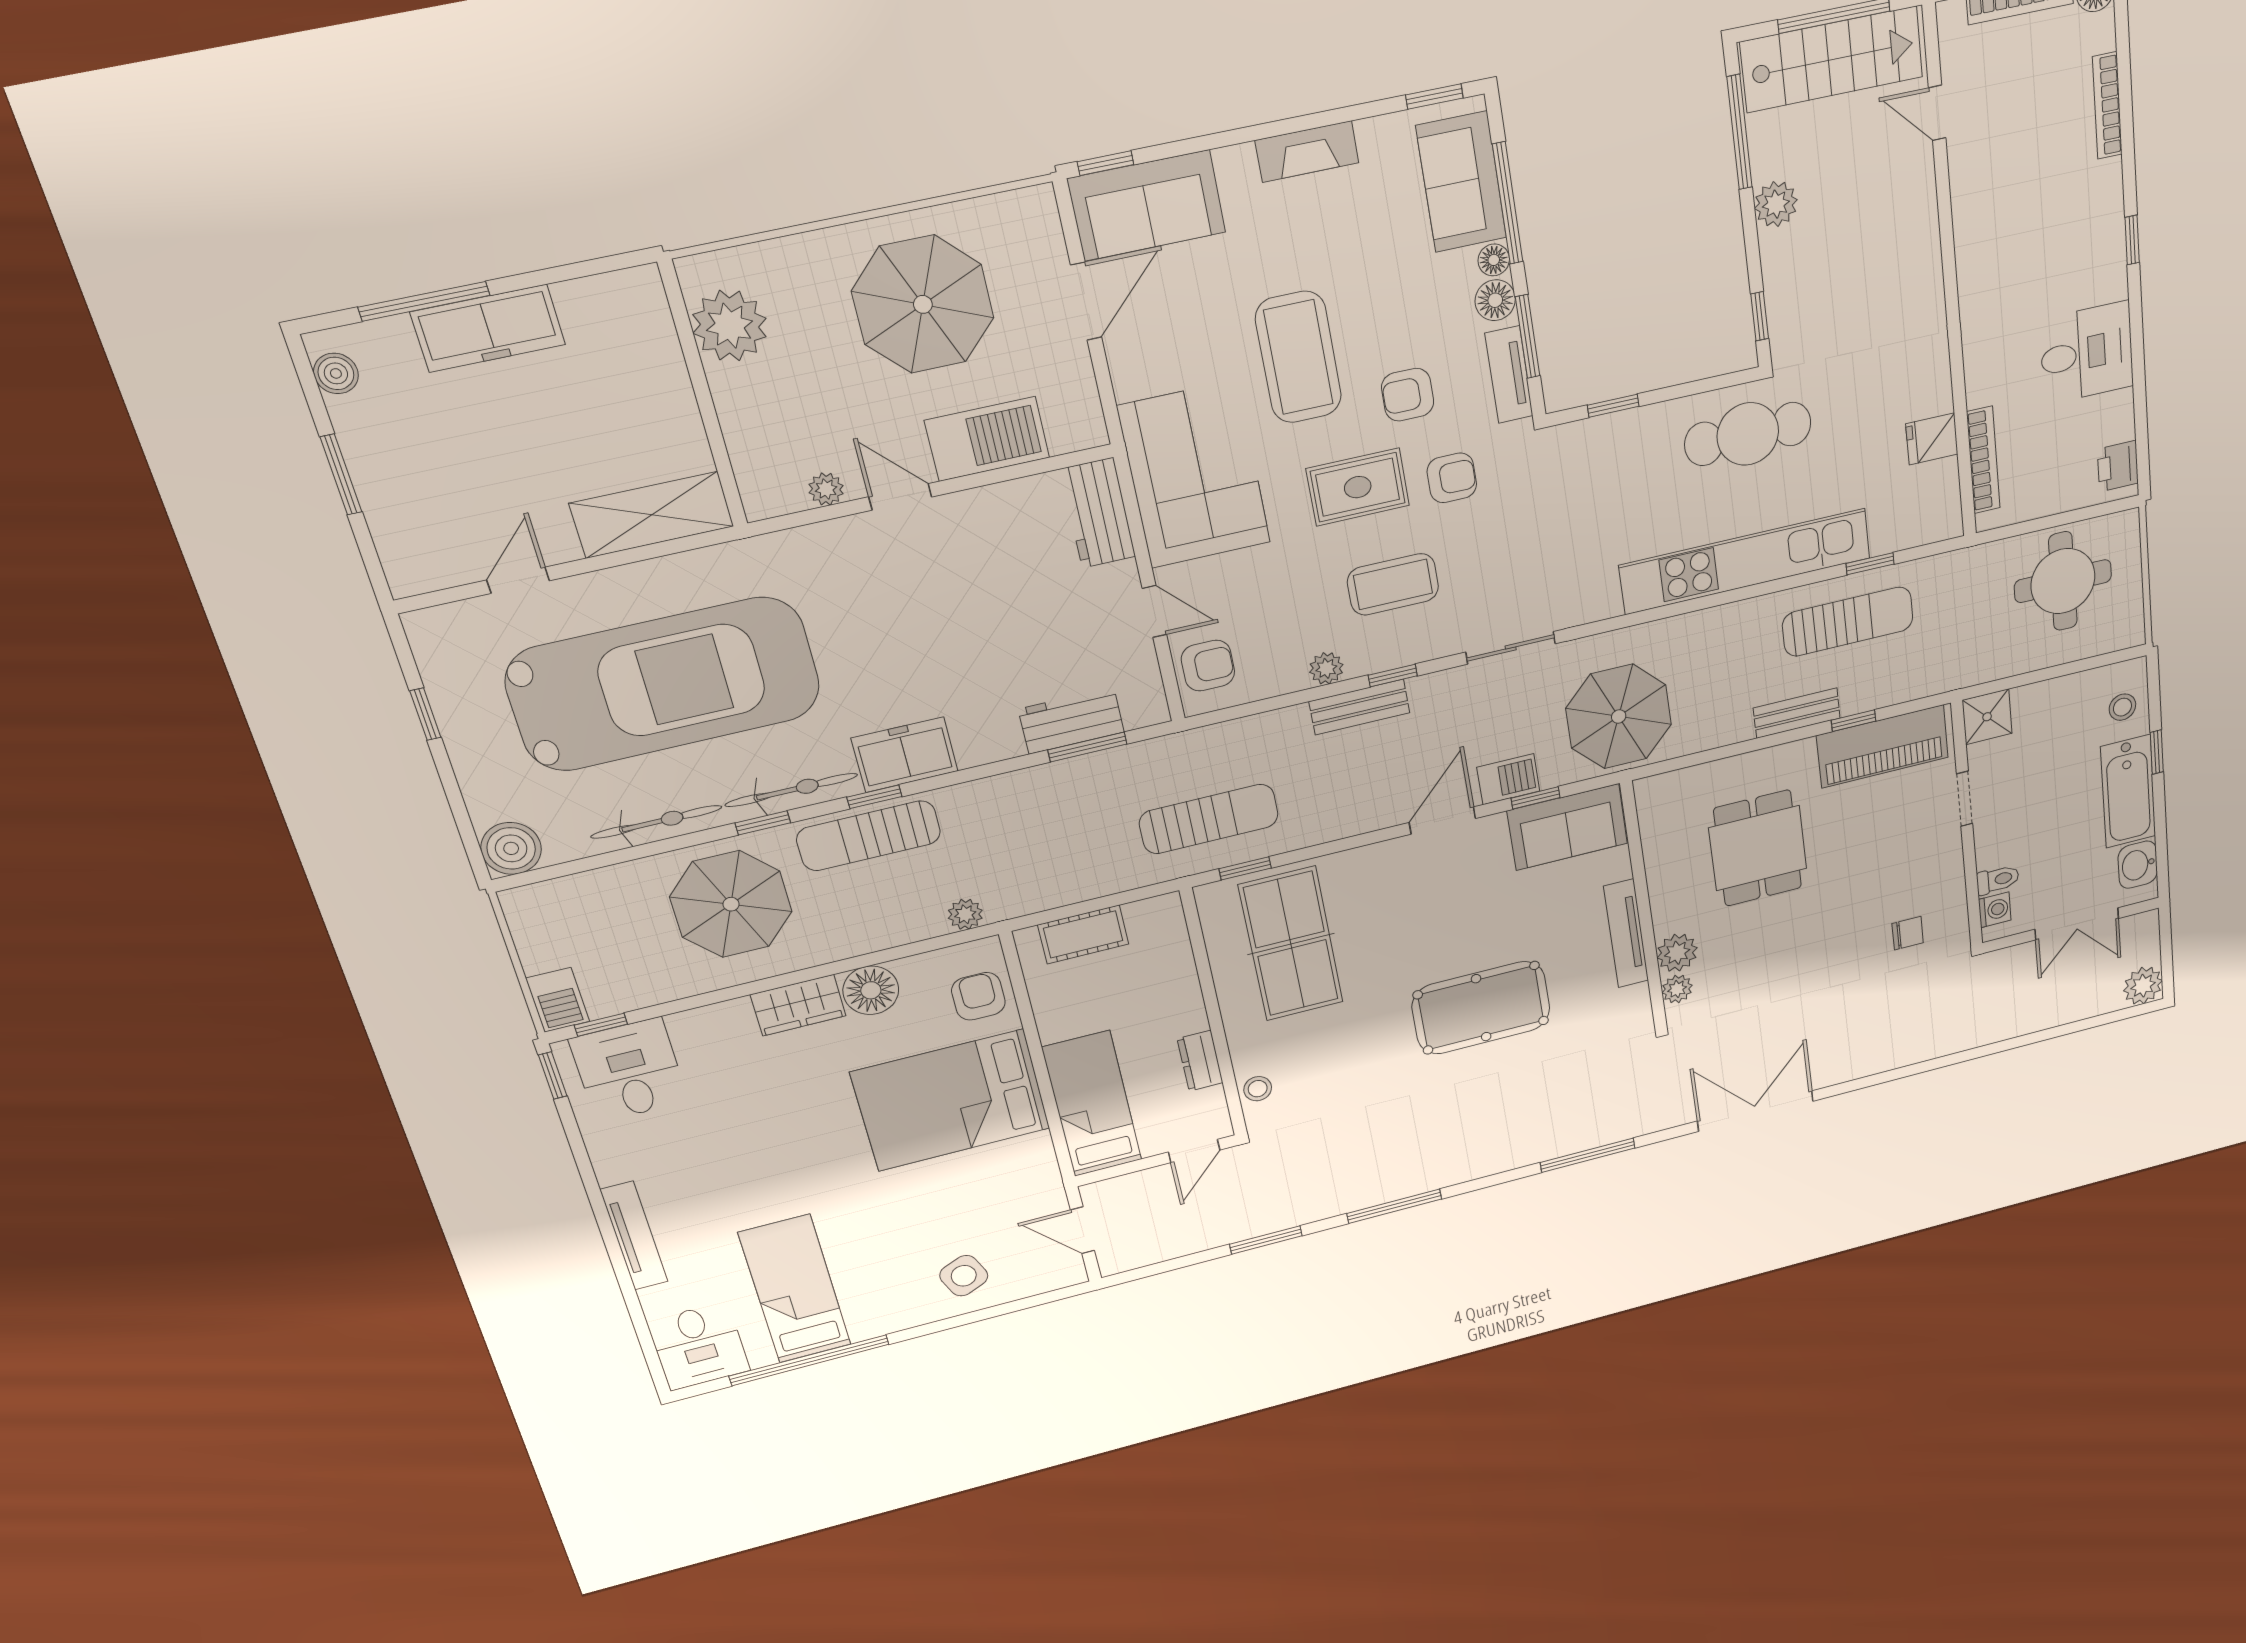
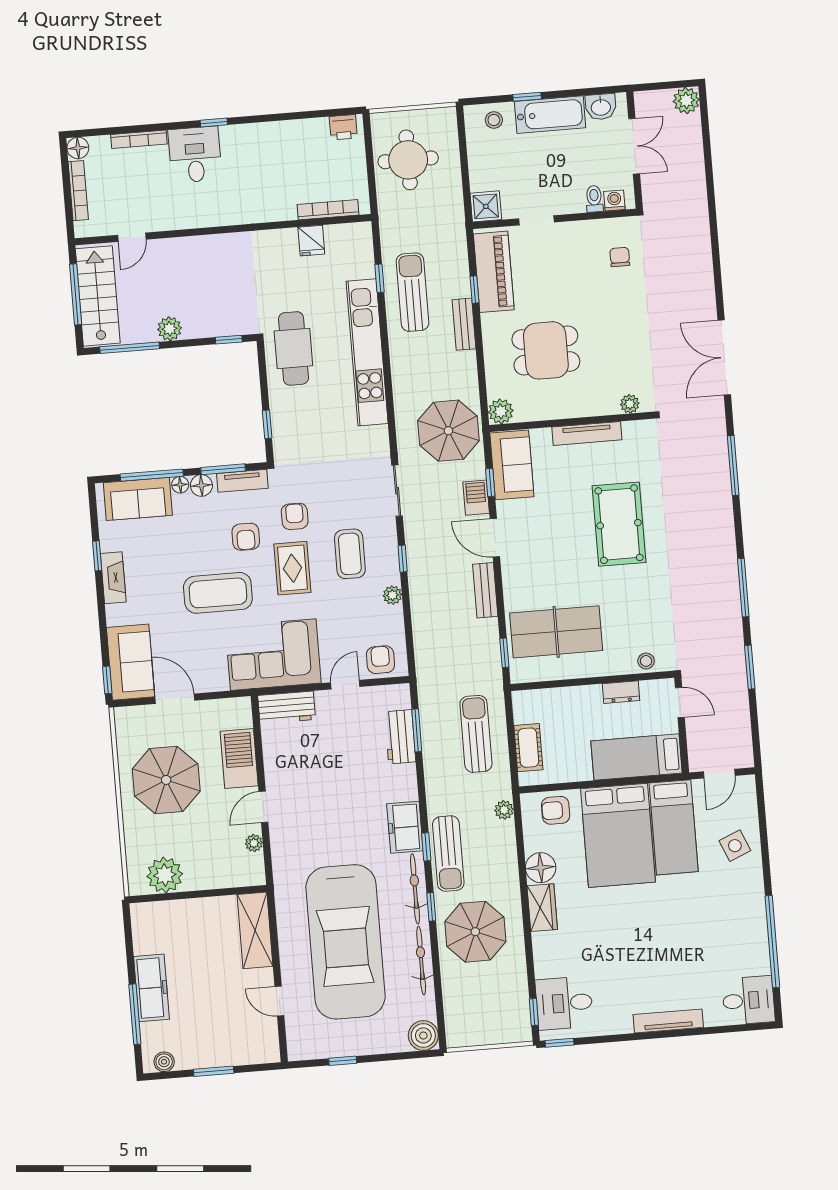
window: (1434, 96) -> (97, 556), moved
desk: (2087, 353) -> (195, 155), moved
car: (664, 684) -> (345, 942), turned 180
bench: (1359, 707) -> (485, 590), moved
sun lounger: (1209, 819) -> (476, 734), moved
plant: (1677, 953) -> (501, 411), moved
barbecue: (558, 1000) -> (515, 1031), removed
bed: (795, 1289) -> (674, 827), moved, turned -90

